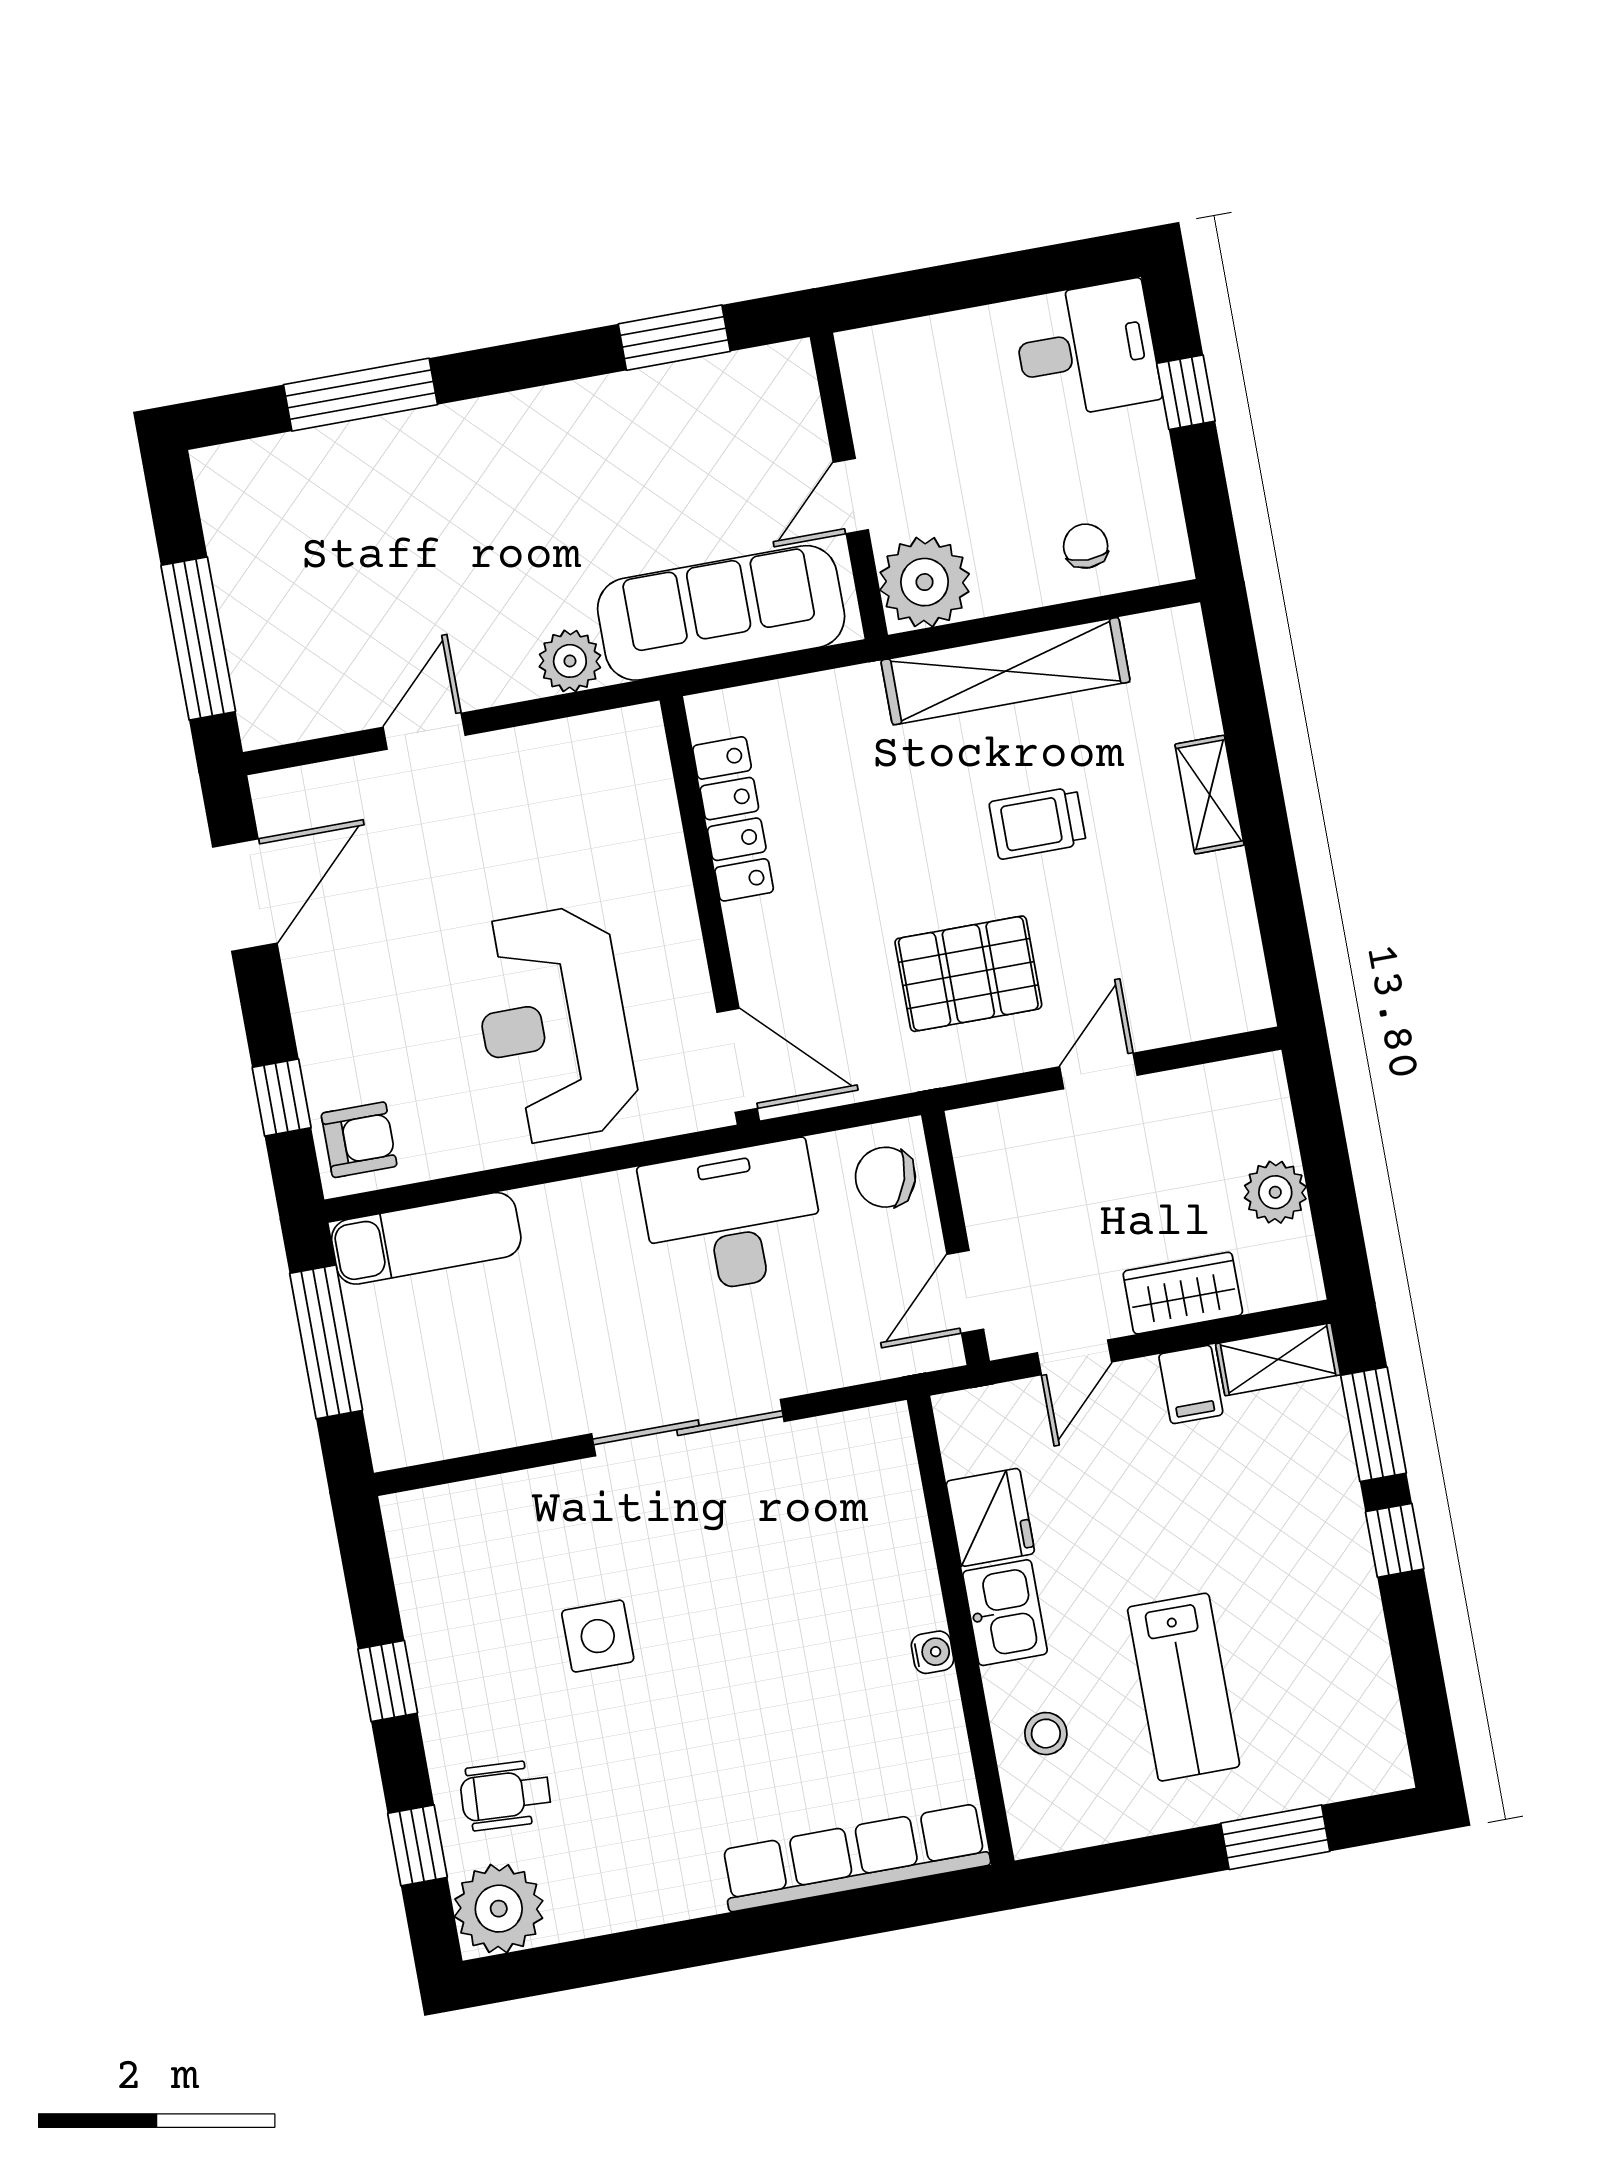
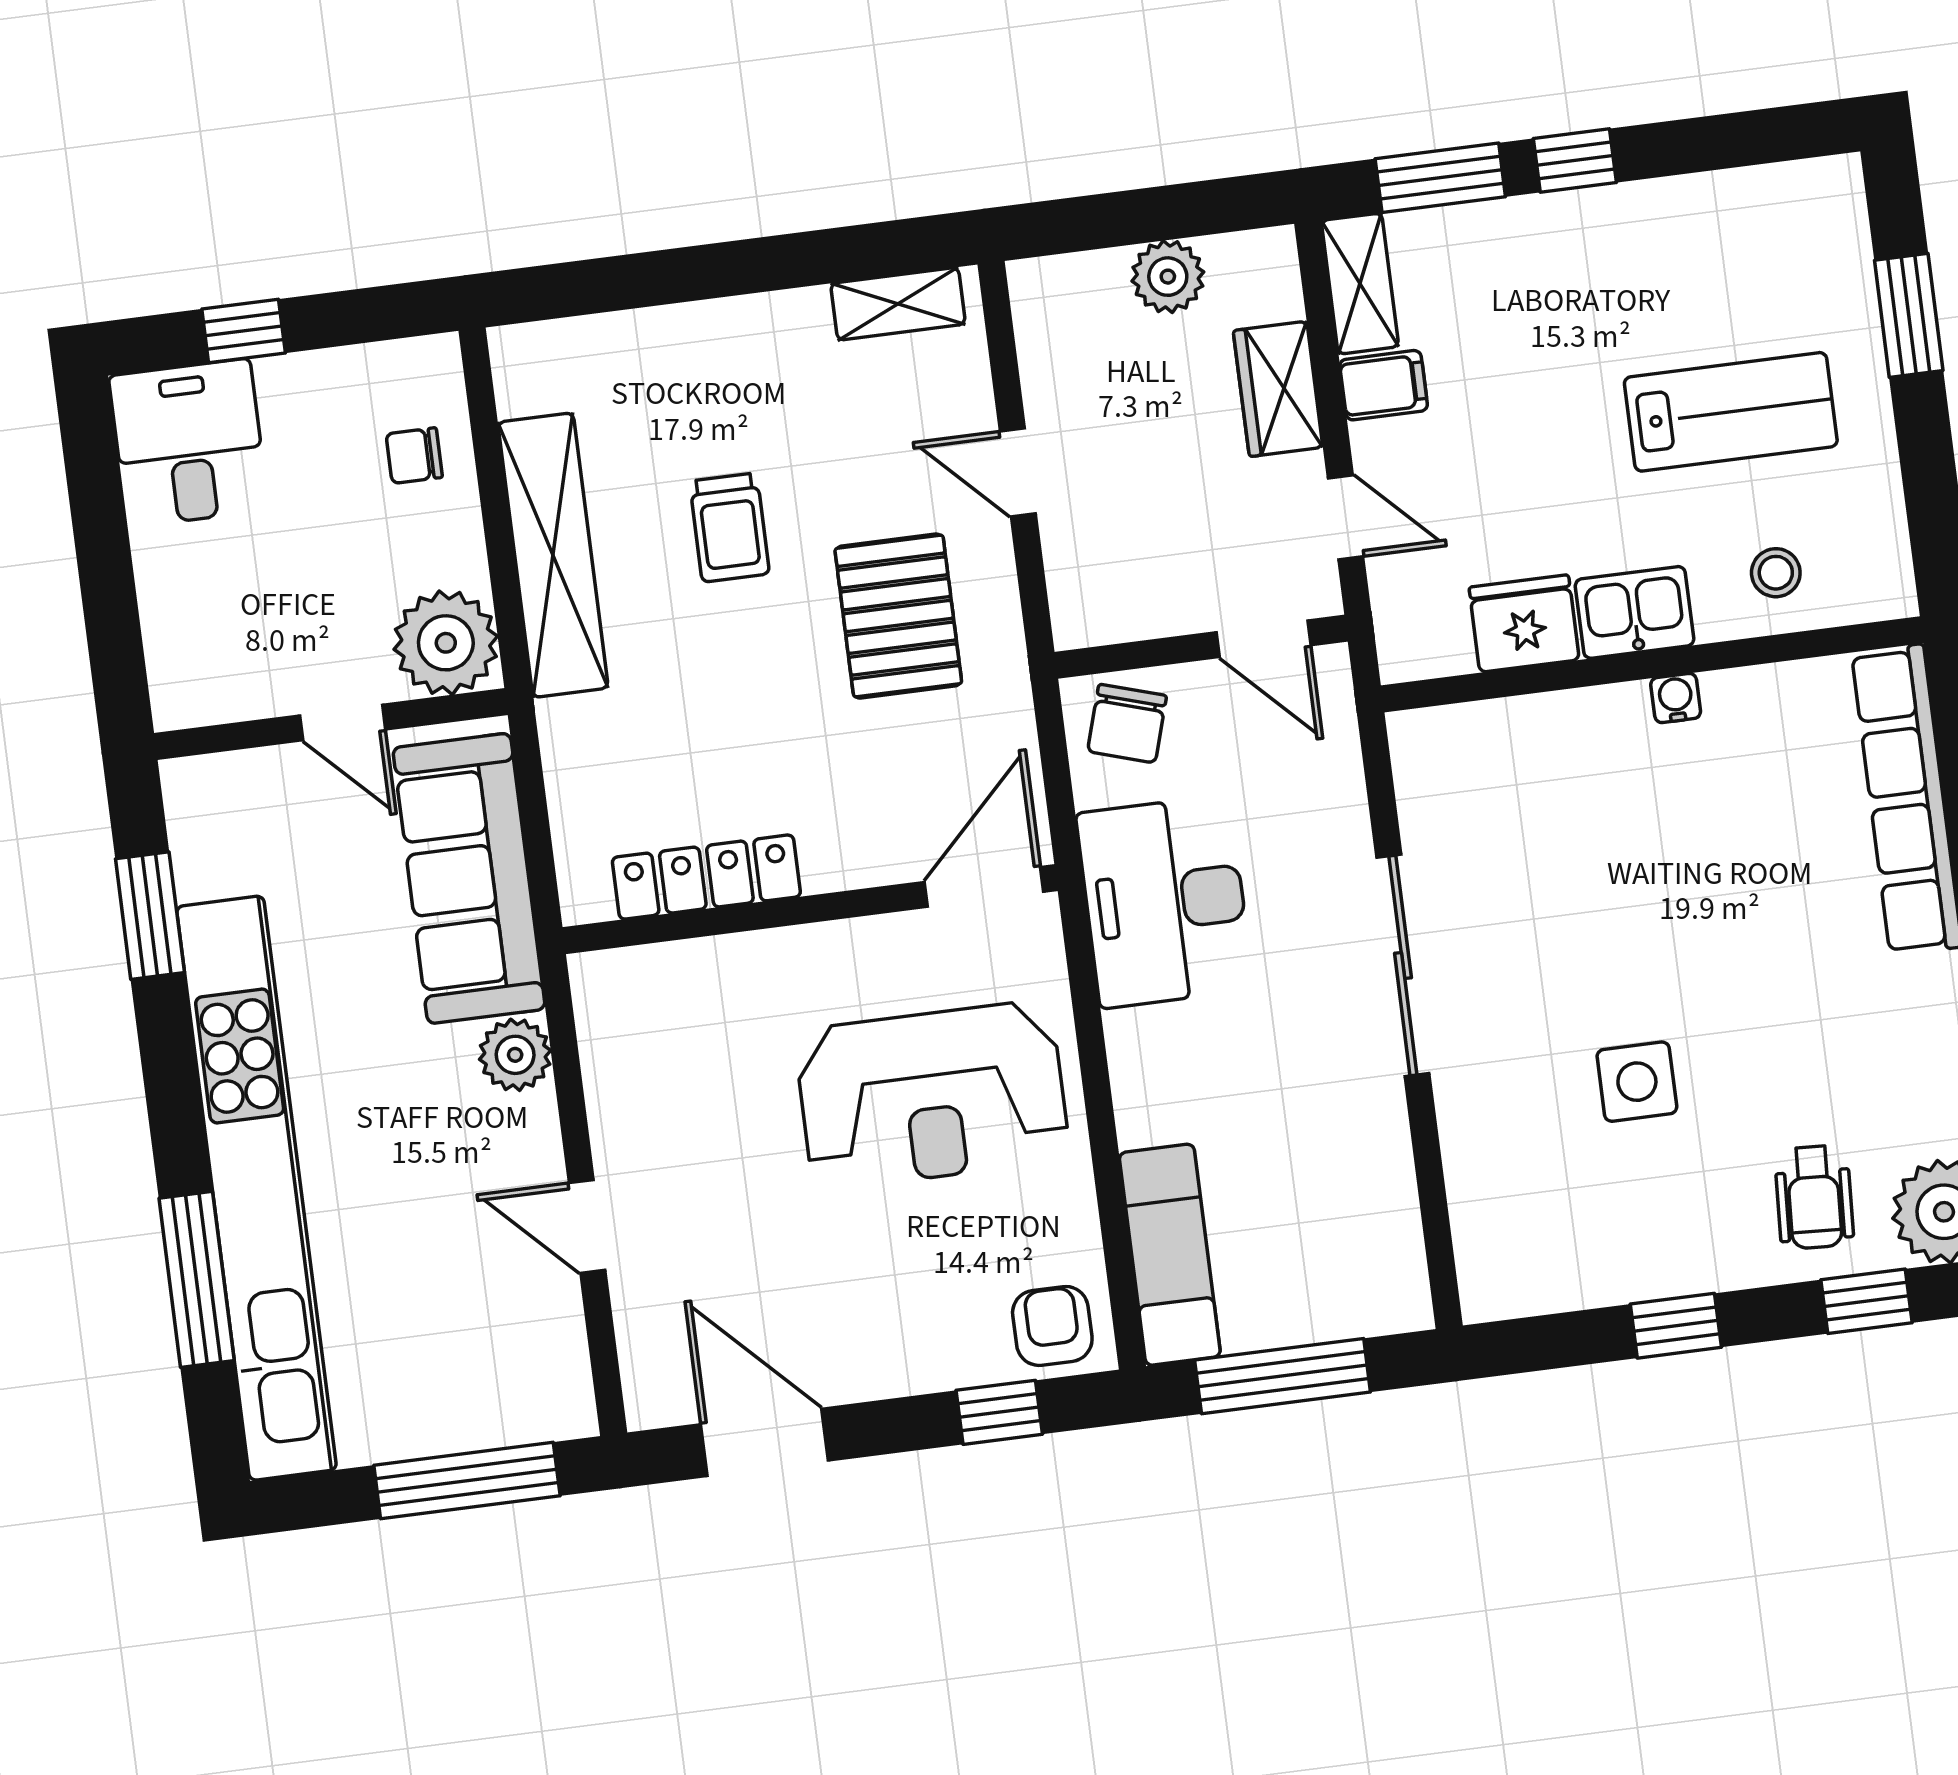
kitchen unit: (442, 443) -> (257, 1188), added
shelving: (1210, 795) -> (898, 304), moved

